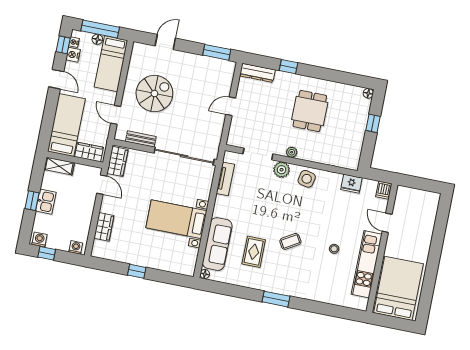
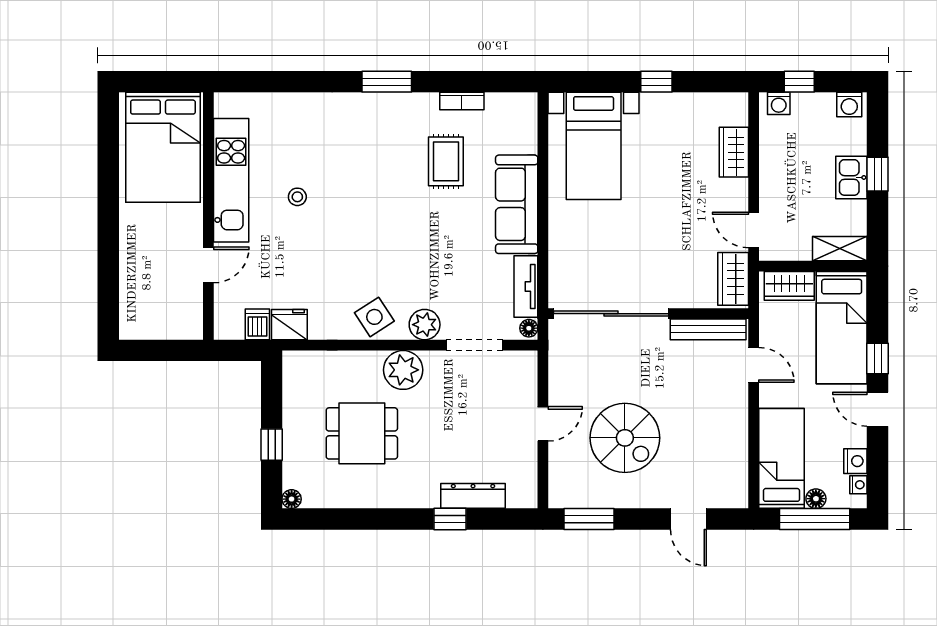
door: (165, 42) -> (688, 519), hinge flipped
window: (63, 45) -> (878, 358), moved
dresser: (257, 73) -> (473, 496), moved
spiral stairs: (154, 94) -> (625, 438), moved, turned -90
dining table: (310, 111) -> (362, 433), moved, turned 90
bench: (141, 139) -> (708, 329), width x1.36
plant: (292, 152) -> (403, 370), width x1.87, depth x1.87
side table: (307, 179) -> (374, 317), turned 45
dishwasher: (383, 190) -> (257, 324), moved
bed with nightstands: (176, 219) -> (594, 146), moved, turned 90
door: (387, 223) -> (208, 265), hinge flipped
coffee table: (290, 241) -> (381, 194), removed
sofa: (217, 244) -> (517, 204), moved
window: (47, 253) -> (799, 82), moved
floor lamp: (205, 274) -> (529, 328), moved
bookcase: (239, 281) -> (462, 101), added

